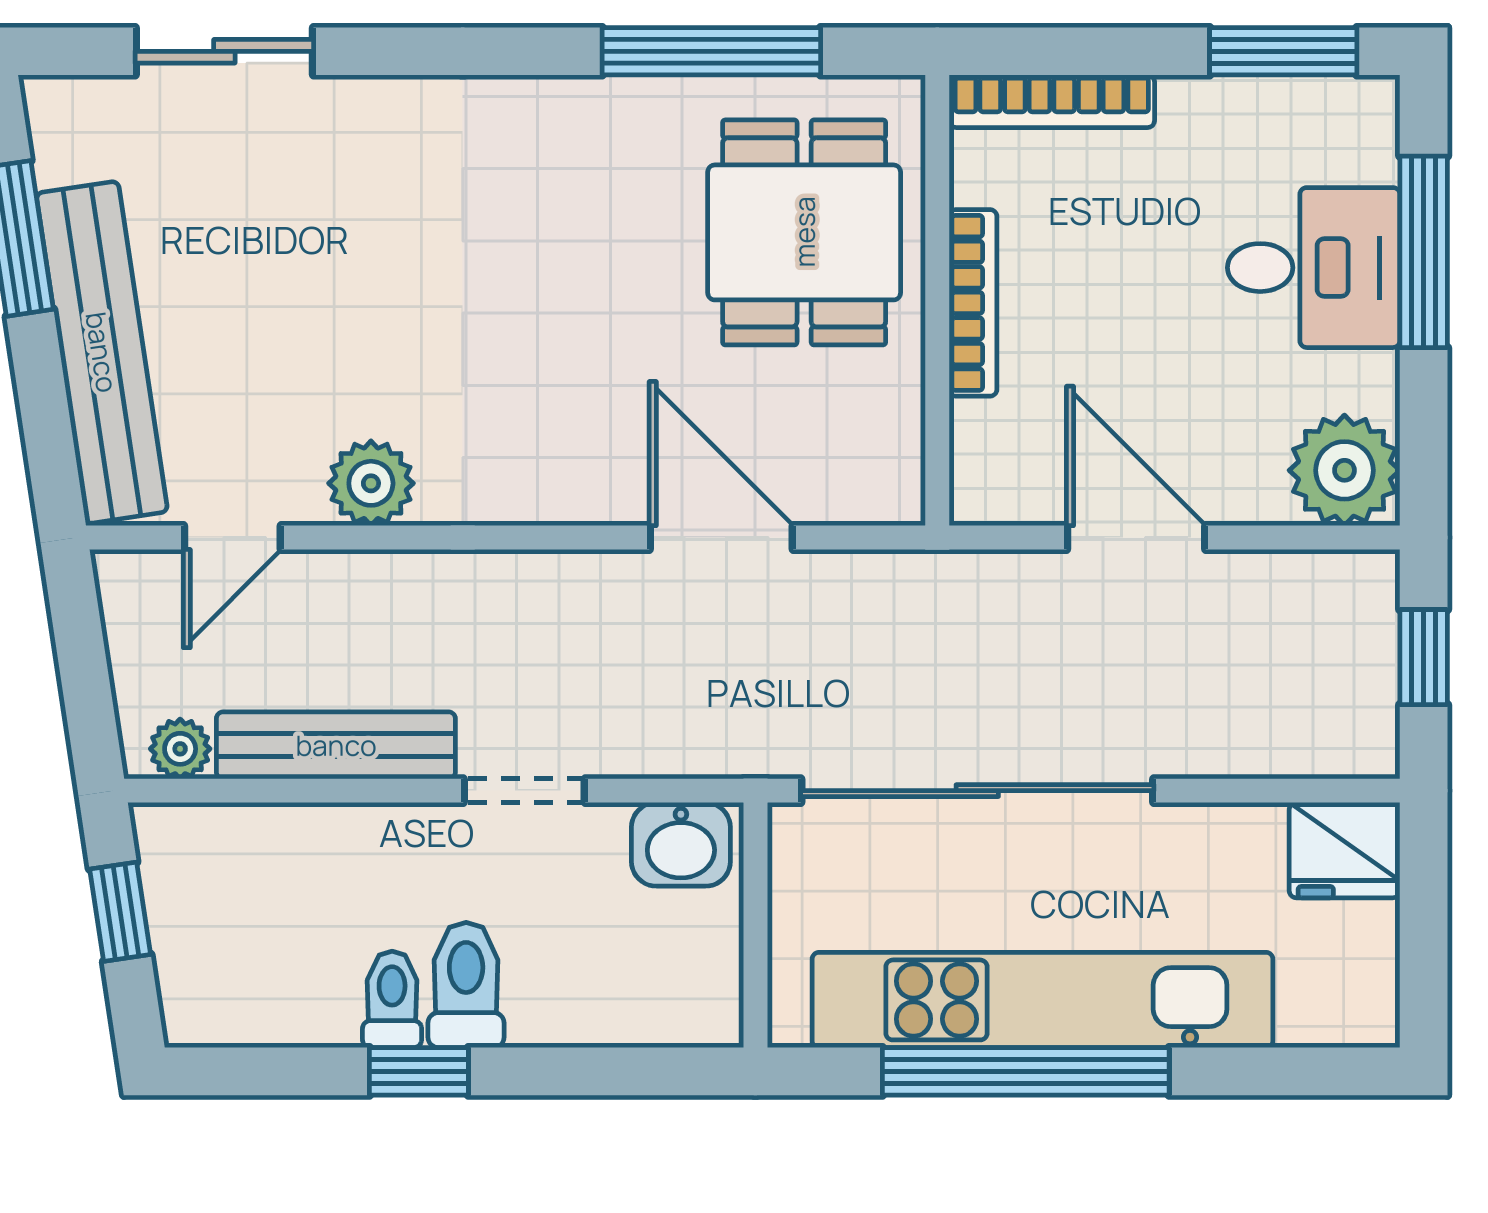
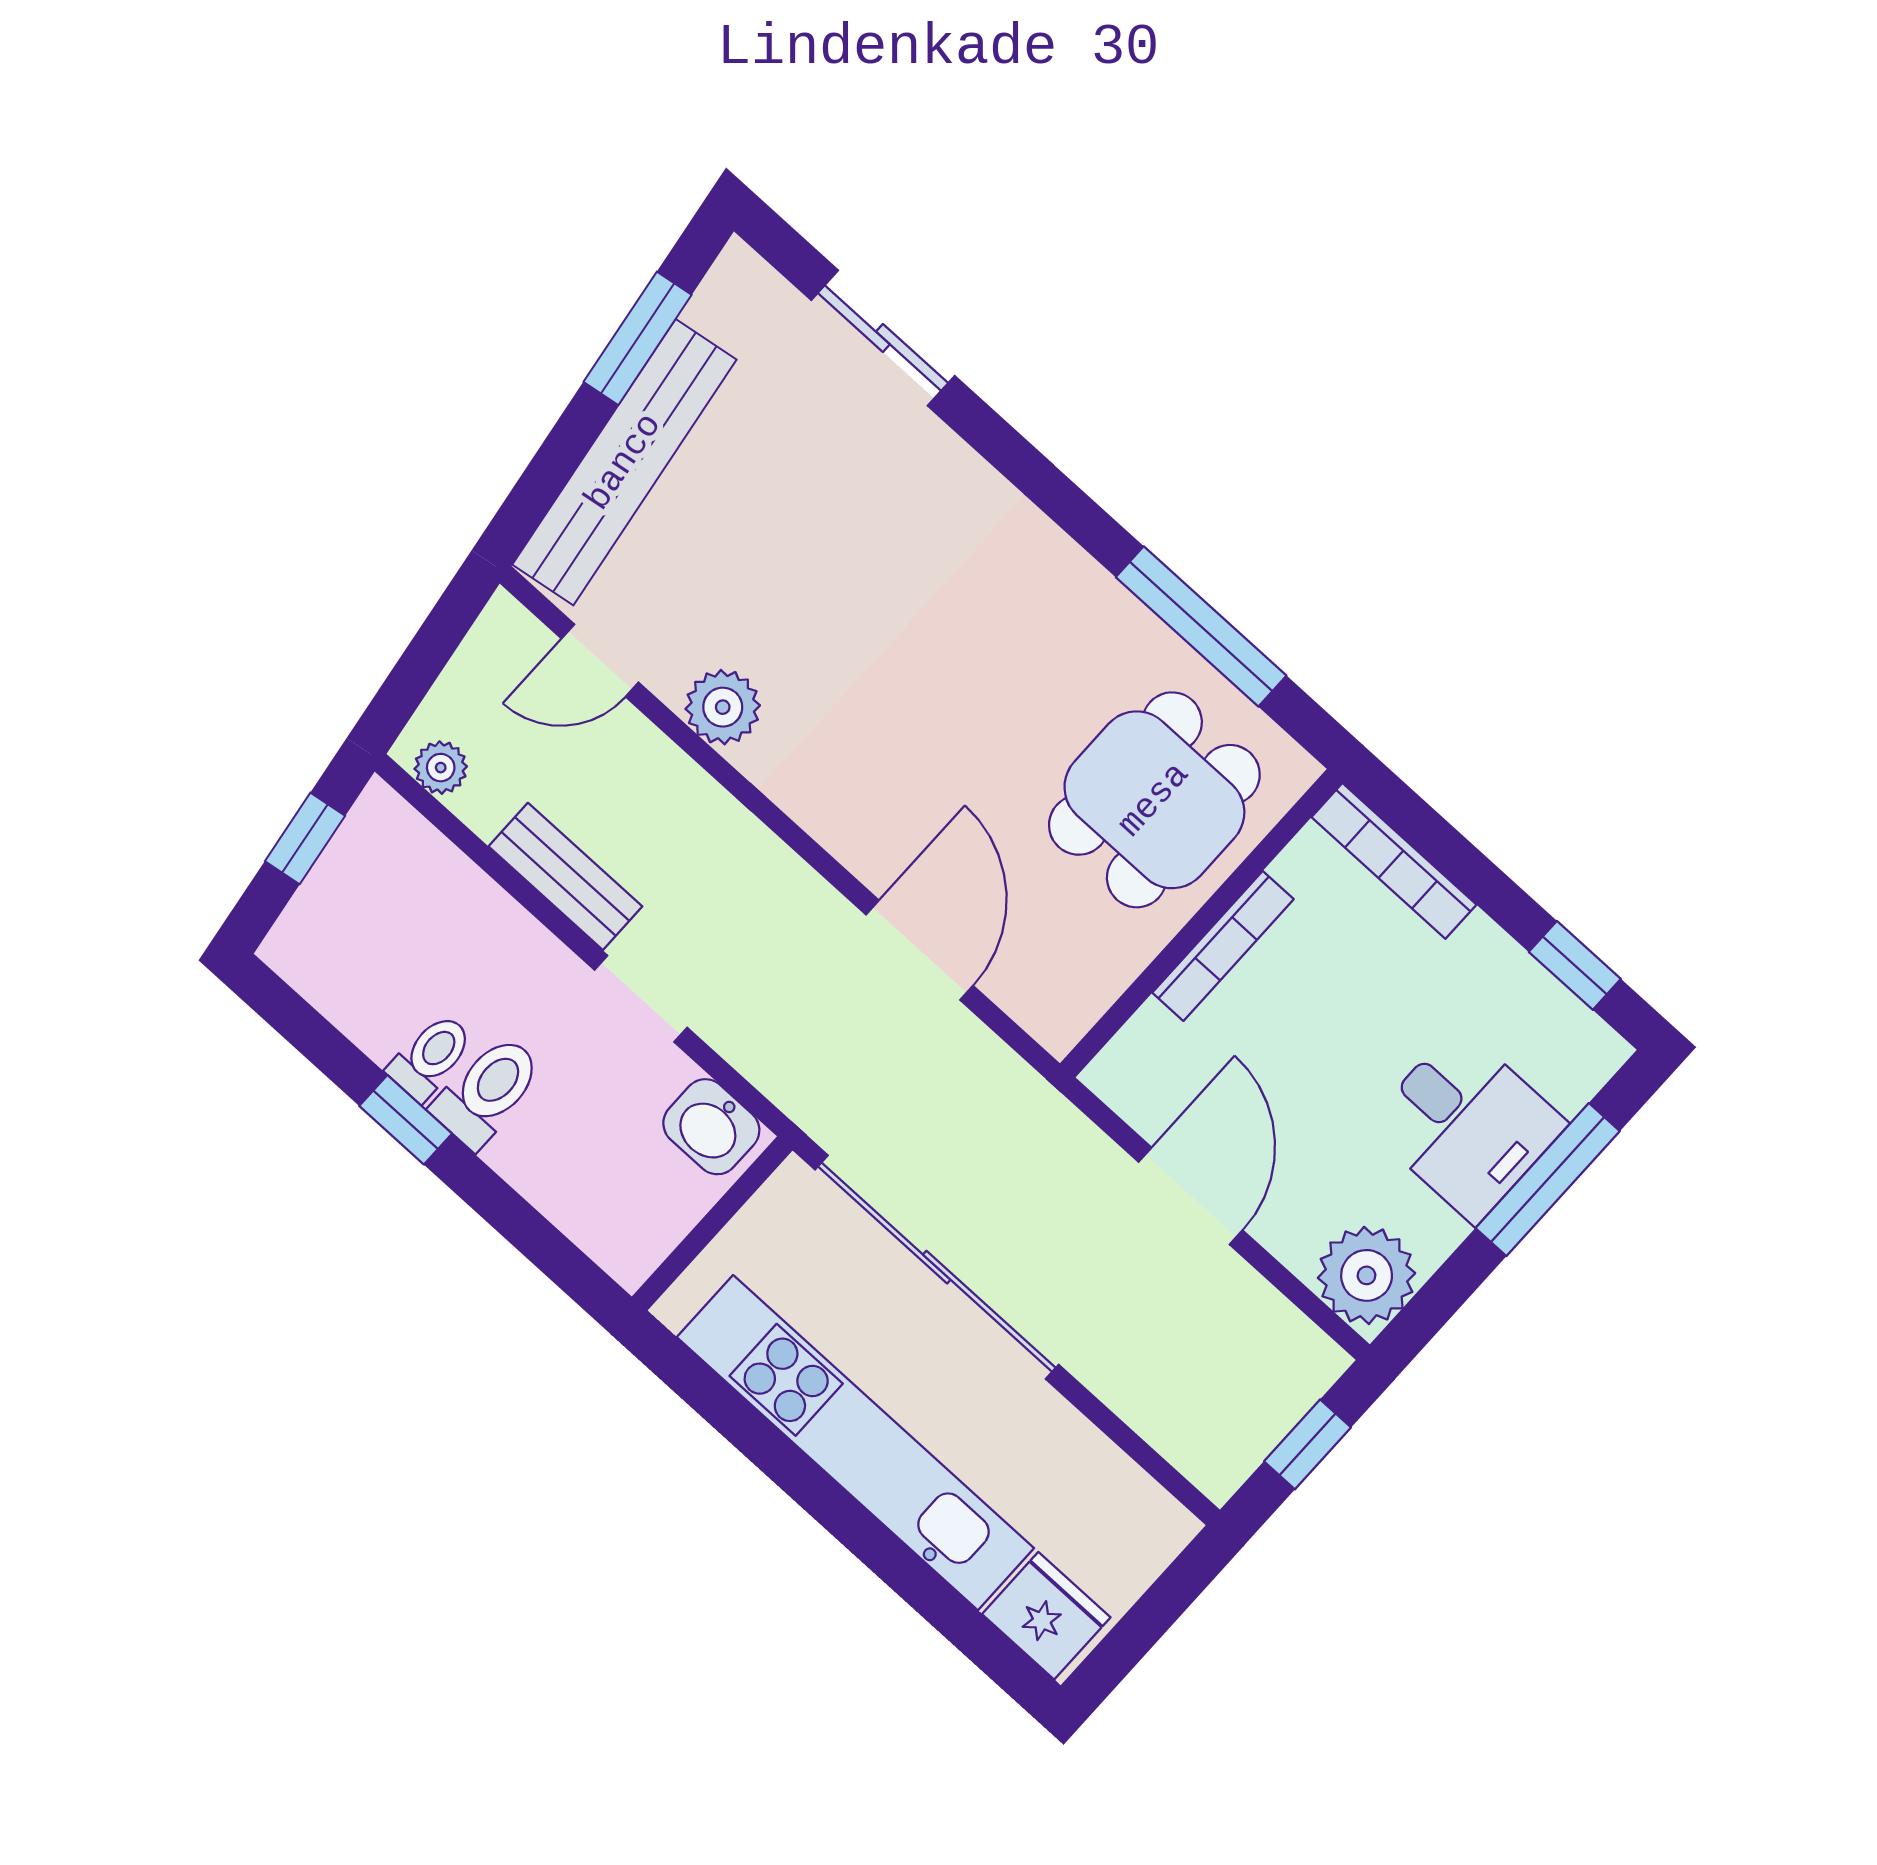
window: (1283, 51) -> (1575, 965), width x0.67
bench: (336, 745) -> (565, 876), width x0.73
fridge: (1345, 850) -> (1046, 1616), moved, turned 180
window: (1026, 1071) -> (802, 1479), removed

